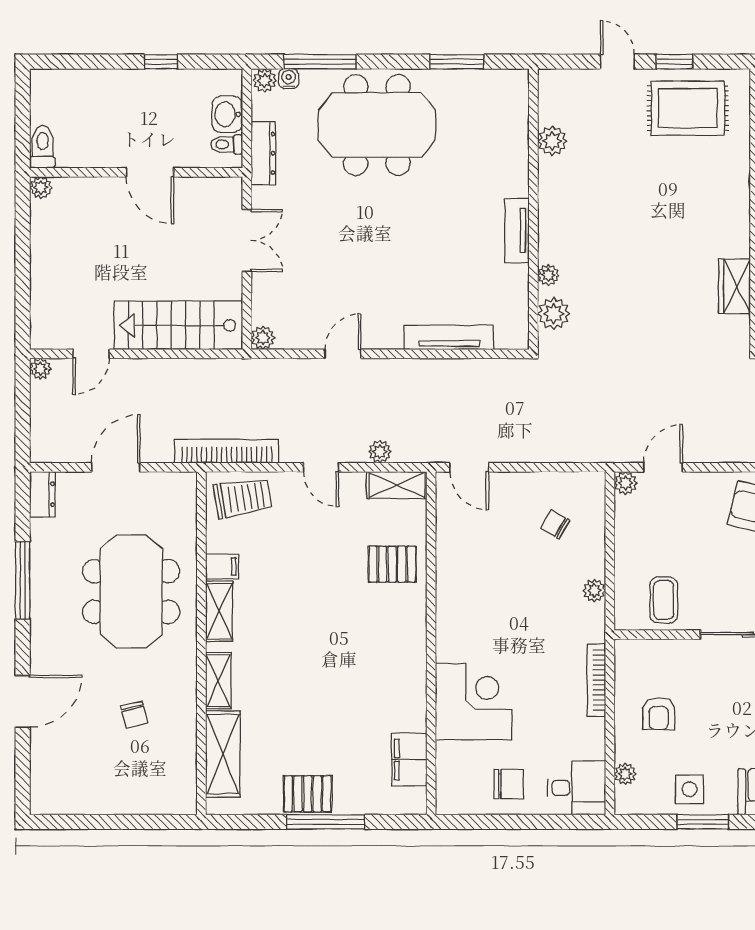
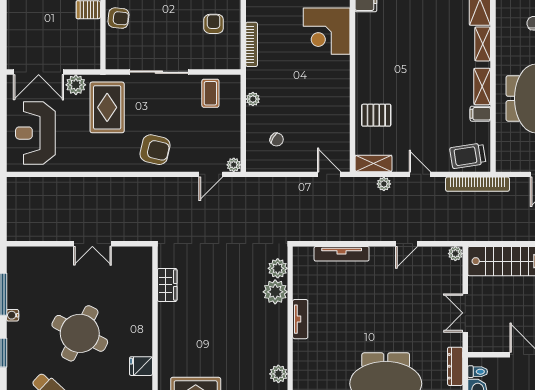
plant: (548, 275) -> (275, 292), width x1.87, depth x1.87

